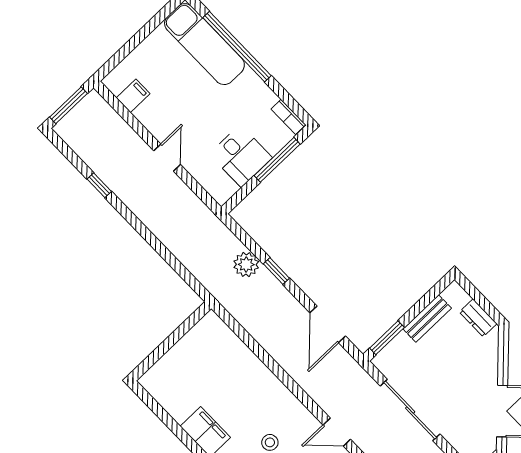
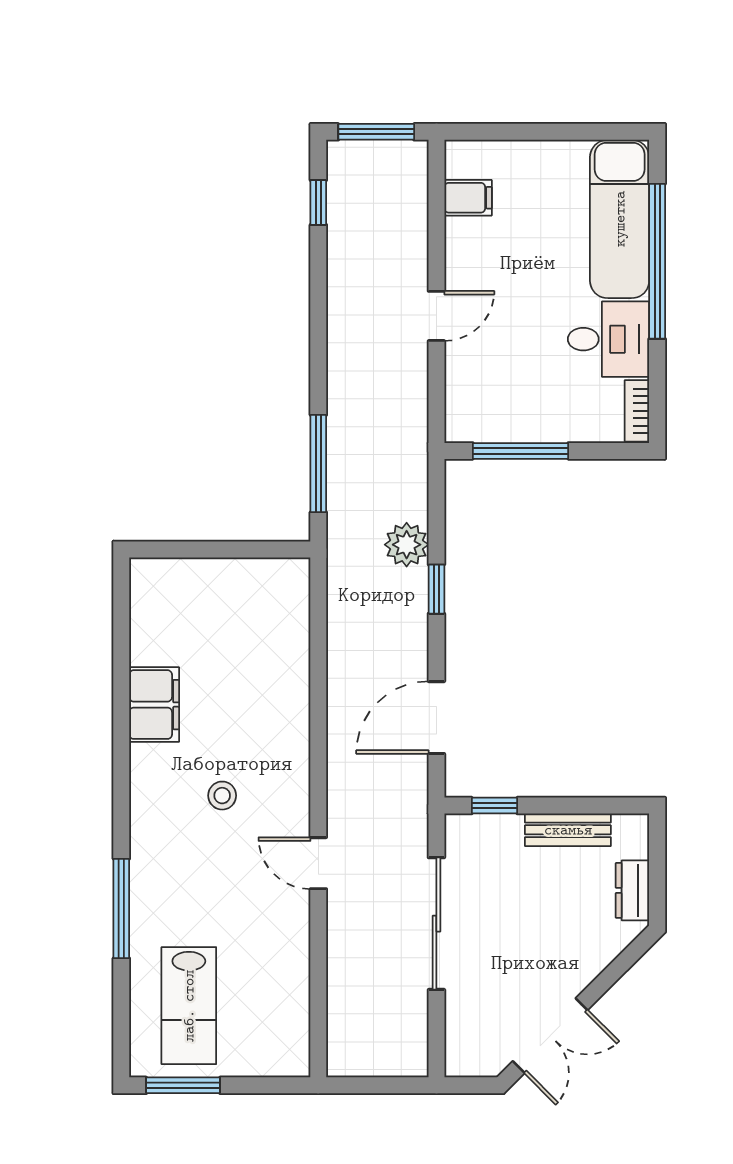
desk: (241, 156) -> (608, 339), moved, turned -90
window: (277, 160) -> (520, 451), moved
window: (99, 185) -> (318, 203), moved
window: (177, 266) -> (318, 464), added
window: (387, 338) -> (494, 806), width x0.67

